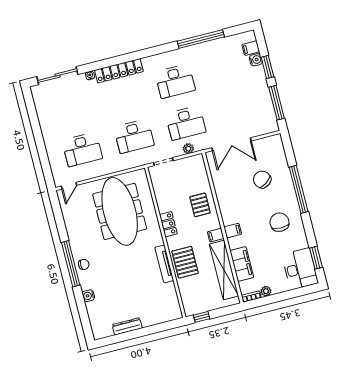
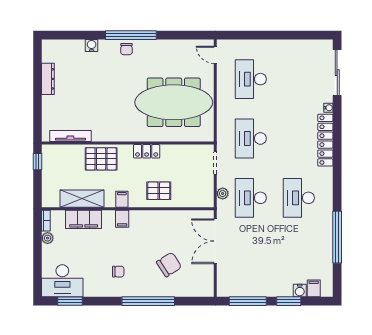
chair: (279, 222) -> (118, 272), width x0.54, depth x0.54
tv unit: (164, 264) -> (70, 136), moved
shelving: (224, 270) -> (82, 199), width x0.68

